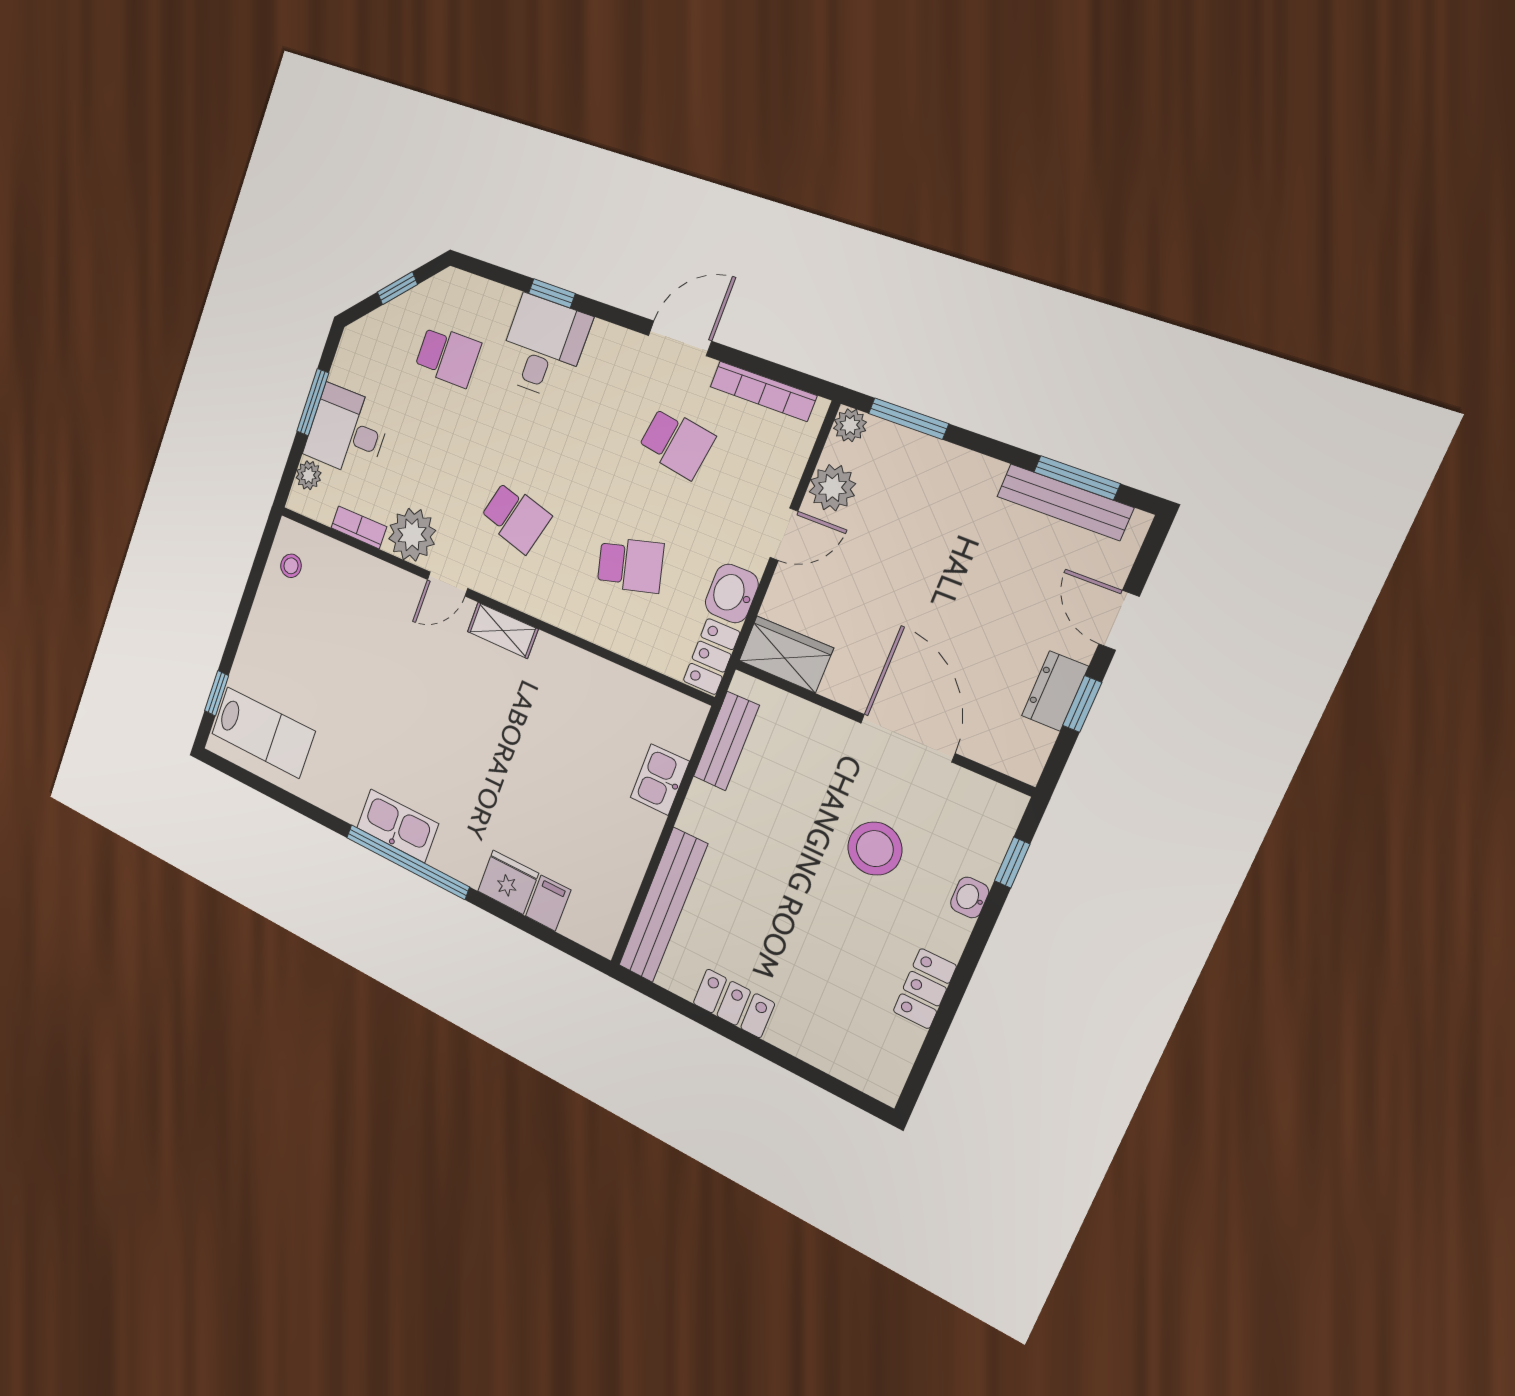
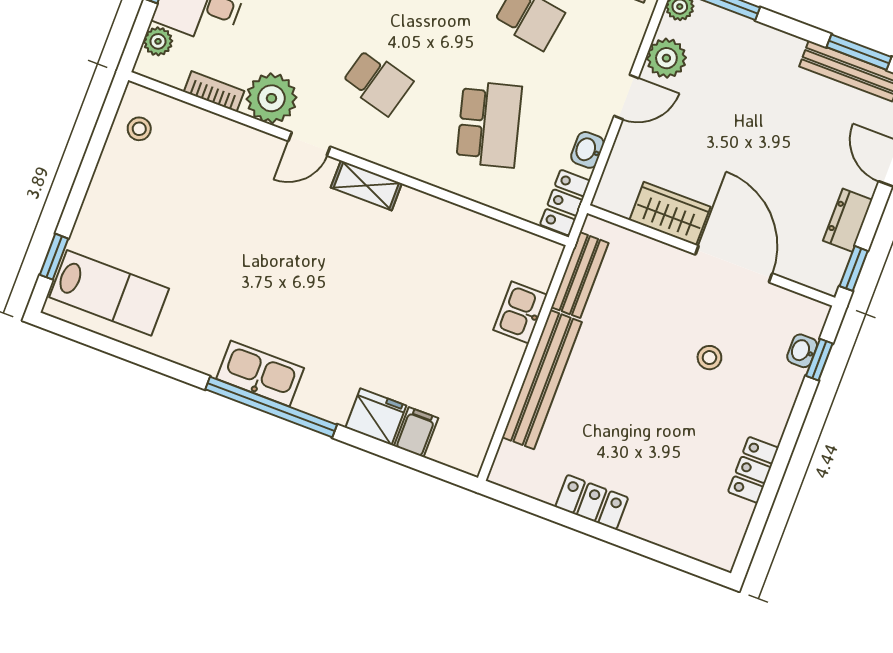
school desk: (630, 565) -> (489, 124), width x1.85
washbasin: (732, 593) -> (587, 150), width x0.72, depth x0.69
wardrobe: (786, 654) -> (670, 213), moved
window: (1082, 704) -> (854, 268), moved
stool: (875, 849) -> (709, 358), width x0.53, depth x0.53
washbasin: (970, 897) -> (802, 351), moved
bench: (663, 905) -> (542, 380), moved

